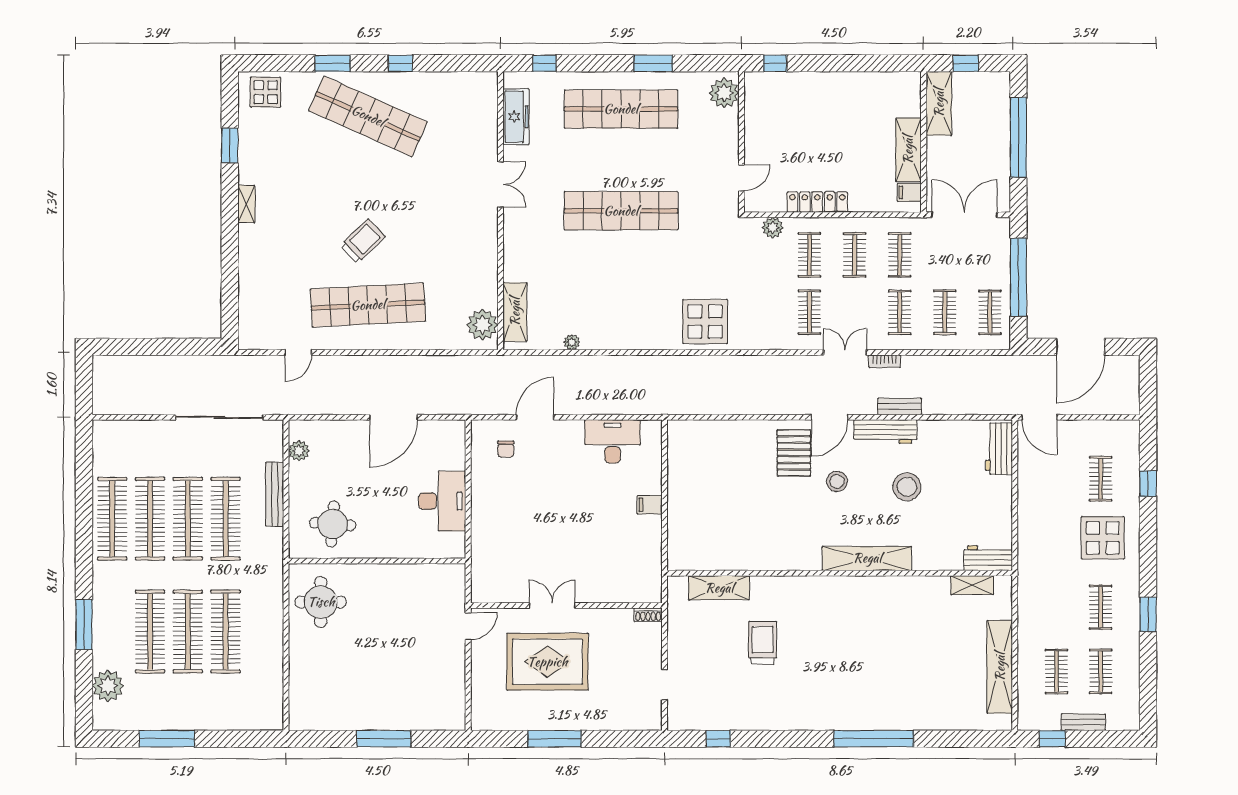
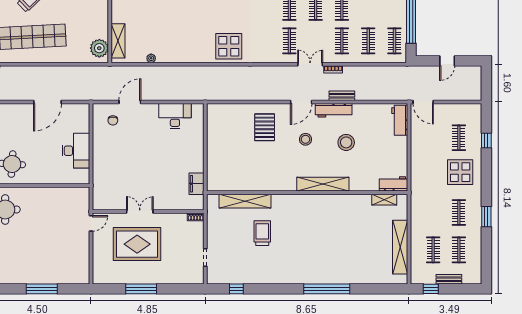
door: (1081, 347) -> (447, 61), width x0.53
pallet: (794, 453) -> (265, 127), moved
filing cabinet: (650, 505) -> (196, 184), moved, width x2.00
shelving: (719, 588) -> (245, 201), width x1.47

